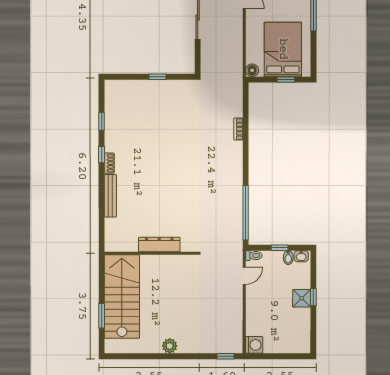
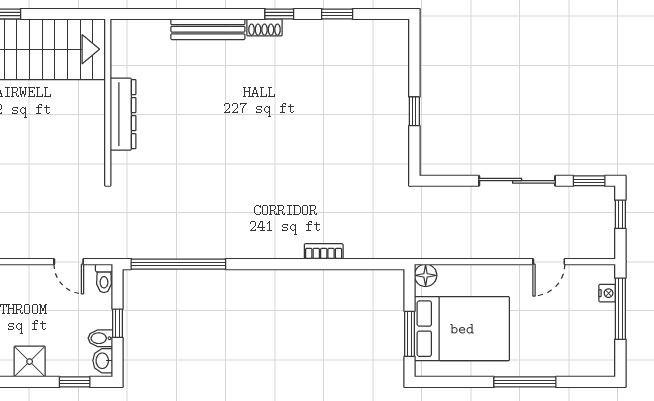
window: (286, 80) -> (409, 334), width x1.50
window: (313, 297) -> (75, 382), moved

